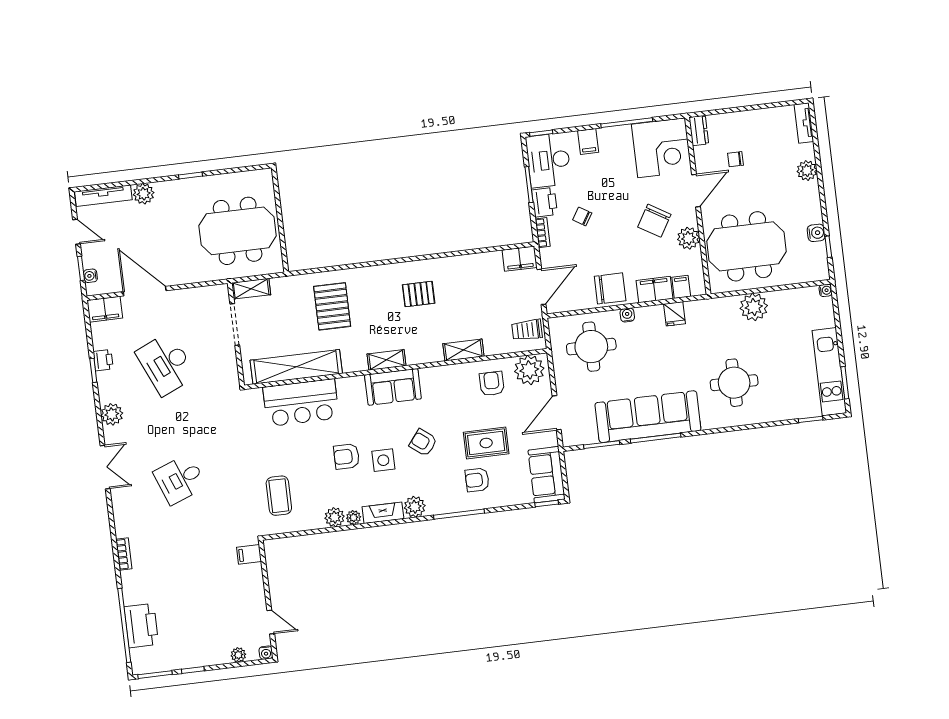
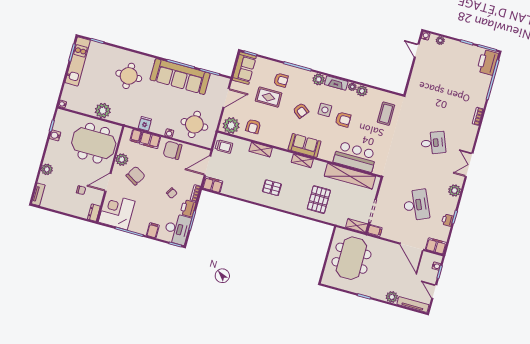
meeting table: (238, 231) -> (351, 258), turned 90
filing cabinet: (249, 554) -> (375, 231), moved
printer: (141, 626) -> (488, 62), moved

